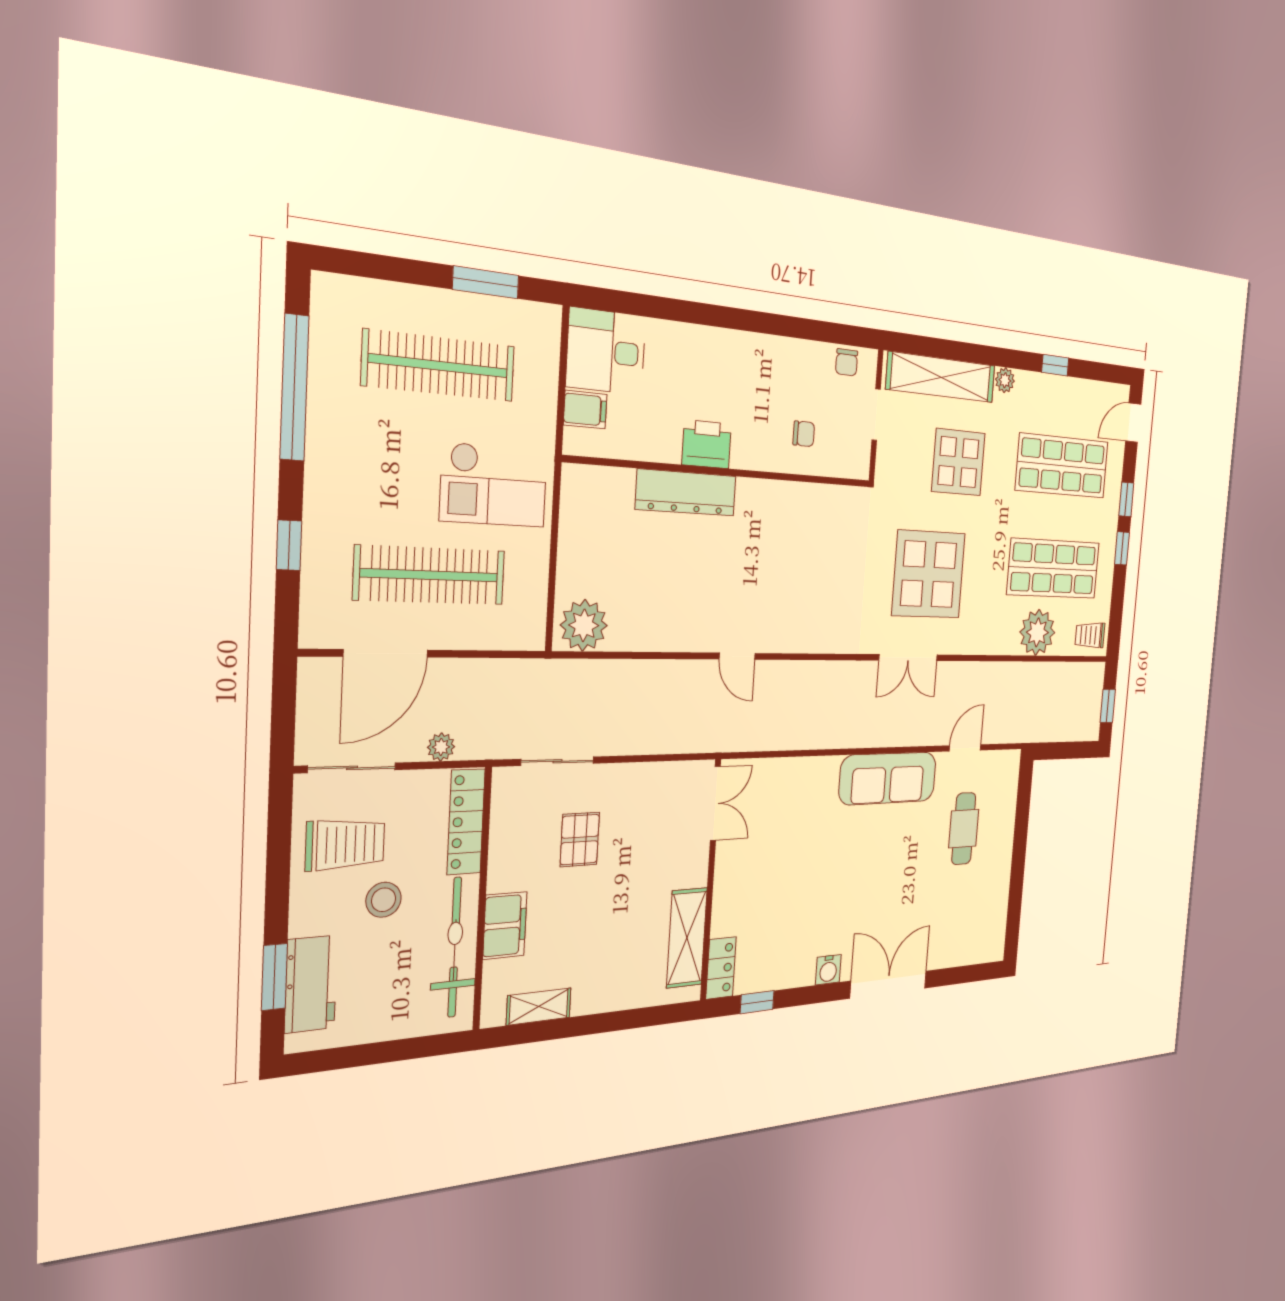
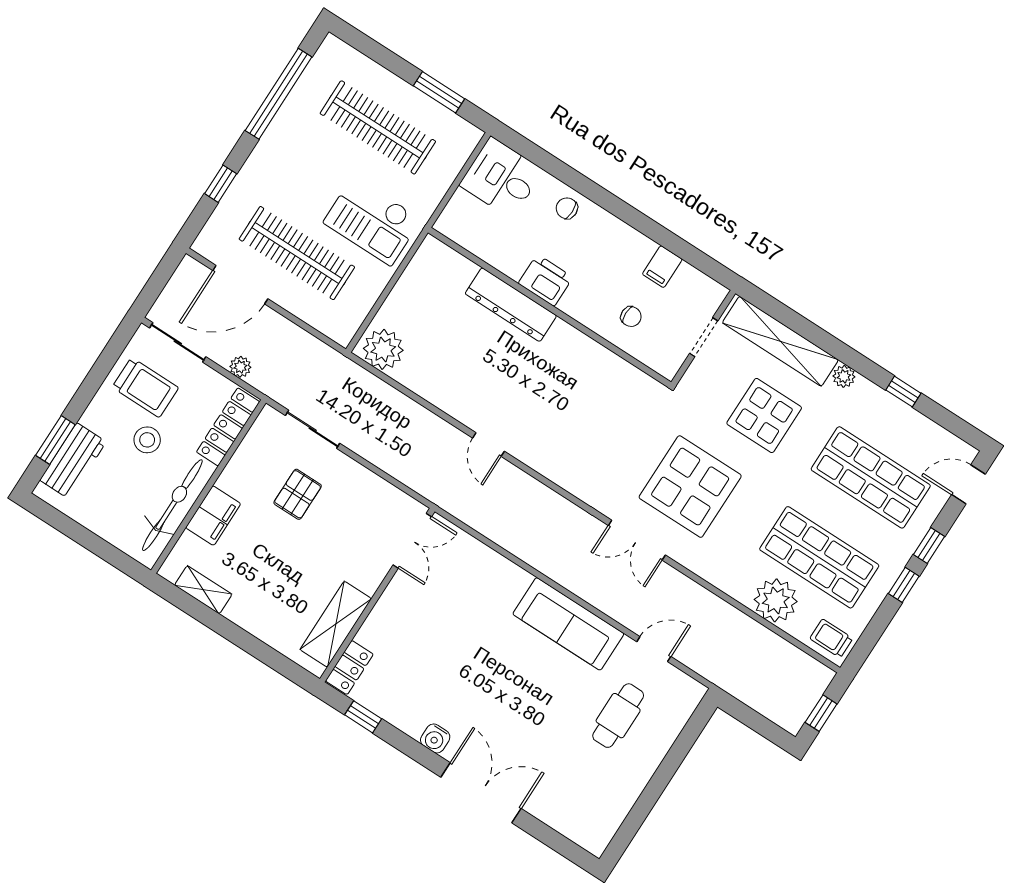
chair: (847, 362) -> (567, 208), moved, turned 90
filing cabinet: (585, 410) -> (662, 267), moved, turned 90

